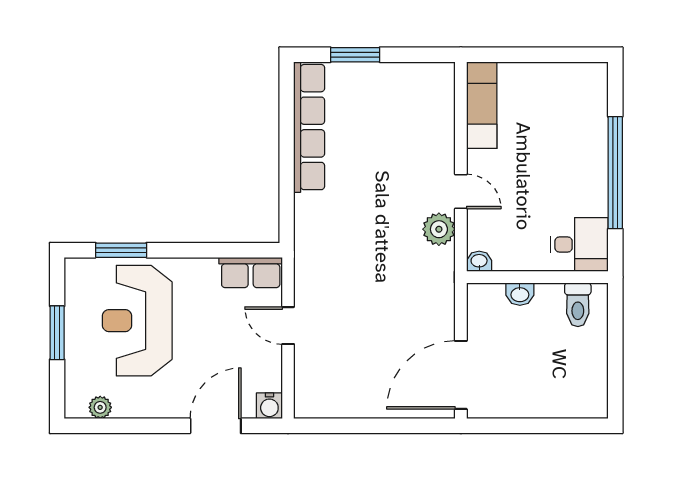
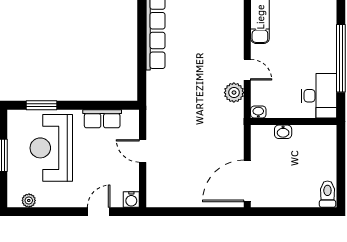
desk: (579, 245) -> (319, 96), width x1.37
row of seats: (251, 272) -> (102, 119), moved
toilet: (578, 305) -> (327, 194), moved, turned 180
door: (216, 426) -> (99, 212), width x0.73

